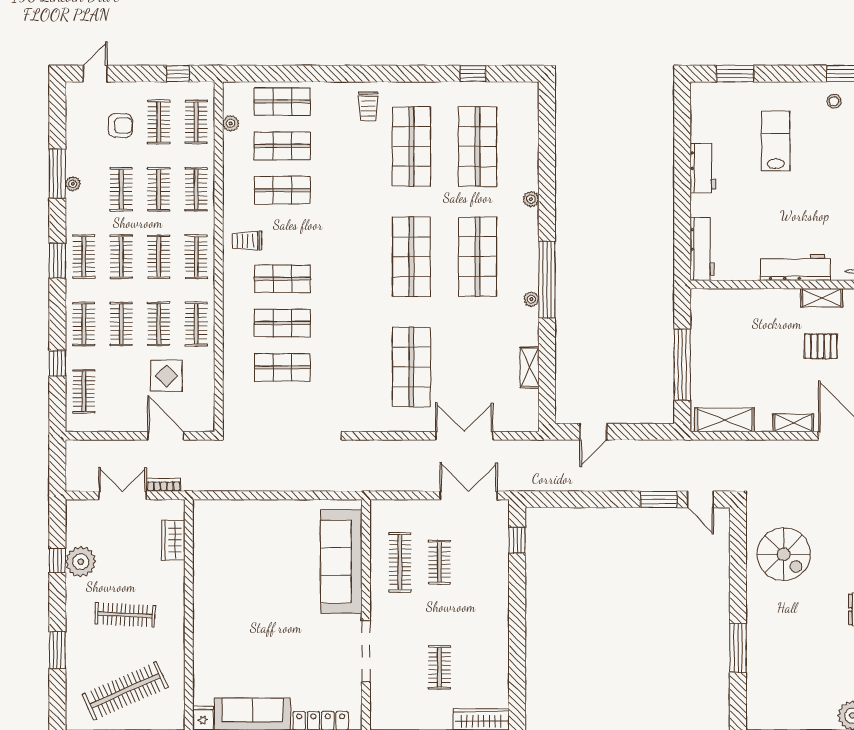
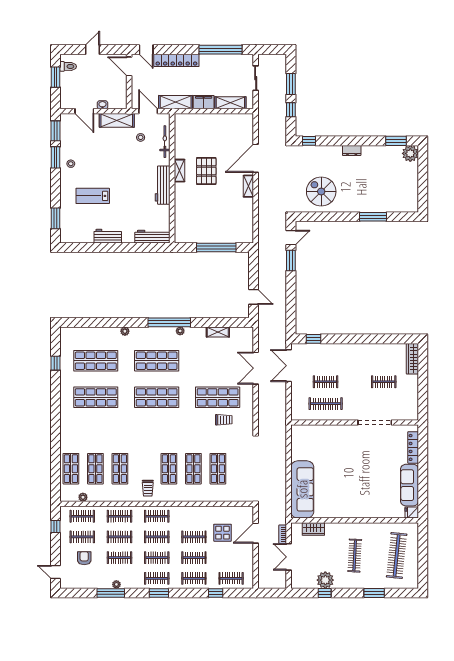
trolley: (368, 106) -> (224, 420), moved
clothes rail: (196, 324) -> (194, 516), removed
pallet: (821, 346) -> (206, 171), width x1.50, depth x1.42
shelving: (724, 420) -> (247, 224), removed
spiral stairs: (784, 554) -> (321, 192), turned -90
sofa: (341, 562) -> (302, 489), moved, turned -90
clothes rail: (125, 691) -> (397, 556), turned 30

